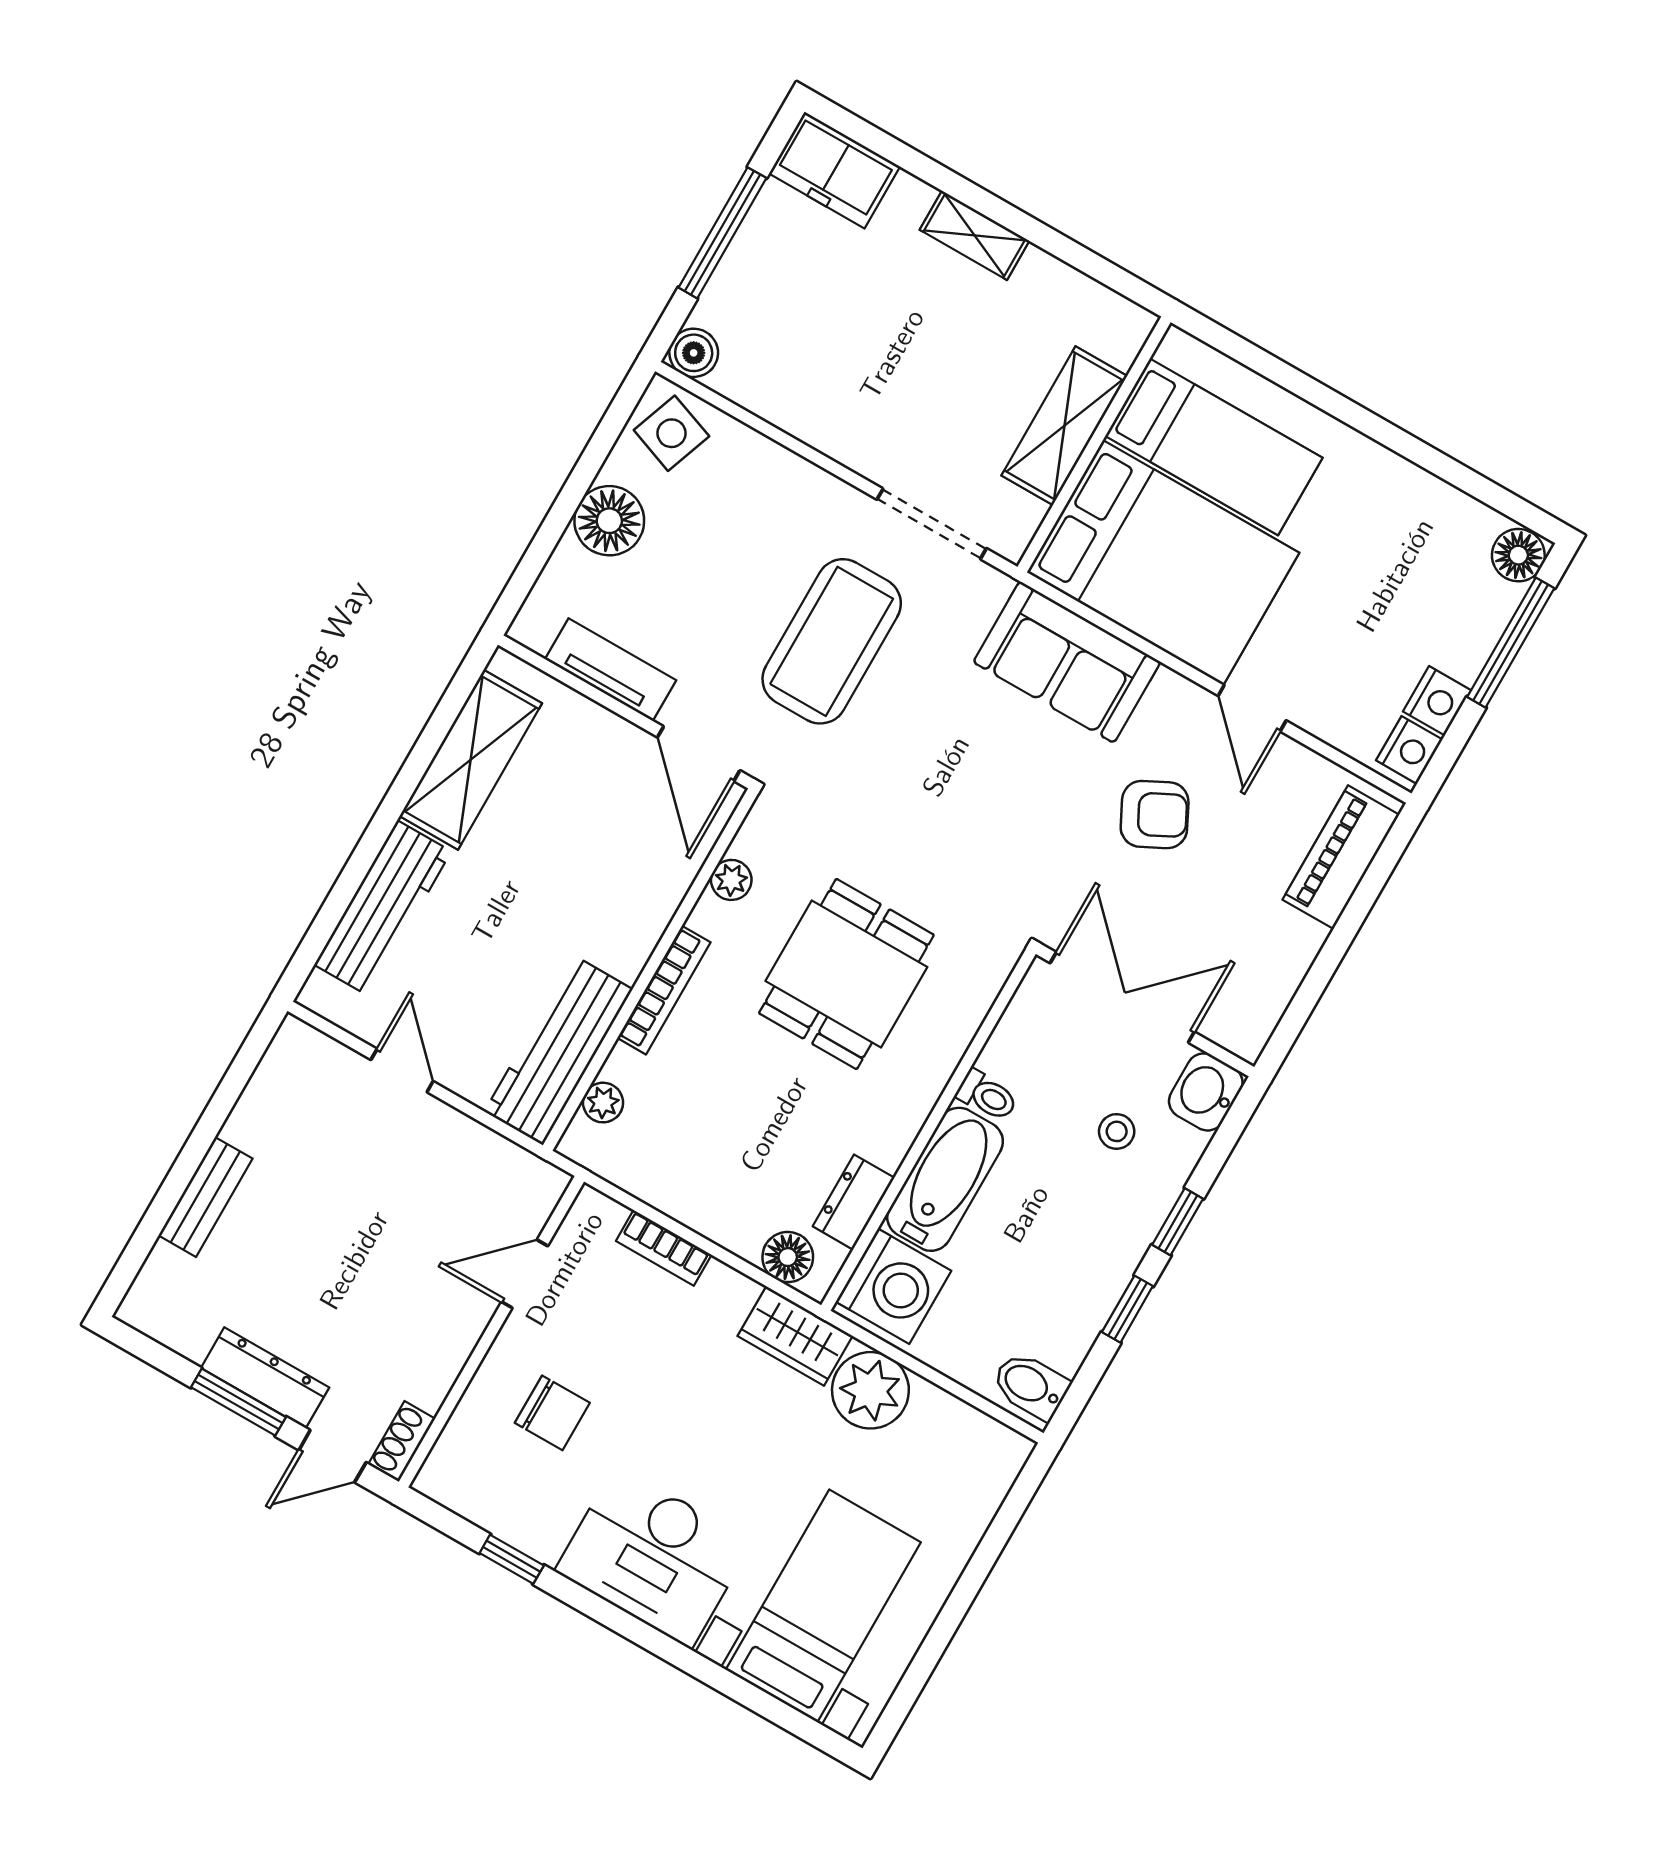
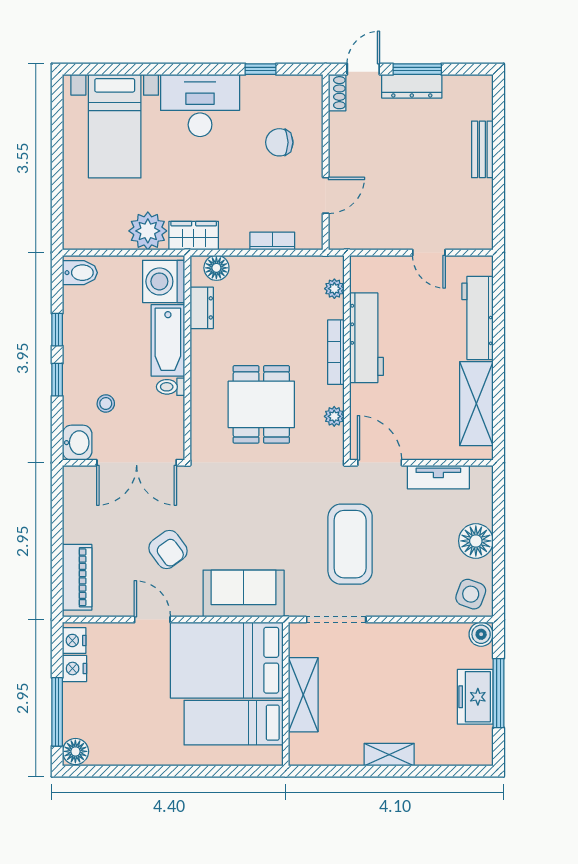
freezer: (834, 170) -> (475, 697), moved, turned -90
armchair: (1155, 815) -> (168, 549), turned -99
workbench: (559, 1050) -> (366, 338), moved

